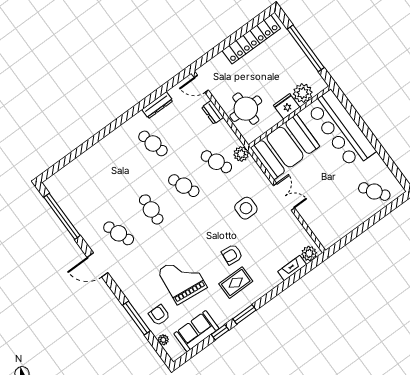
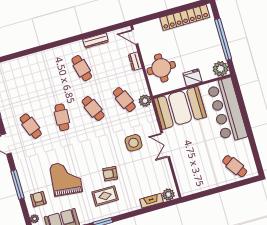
plant: (303, 93) -> (221, 69), moved
double door: (284, 197) -> (165, 145), swing flipped
window: (136, 318) -> (18, 185), moved

